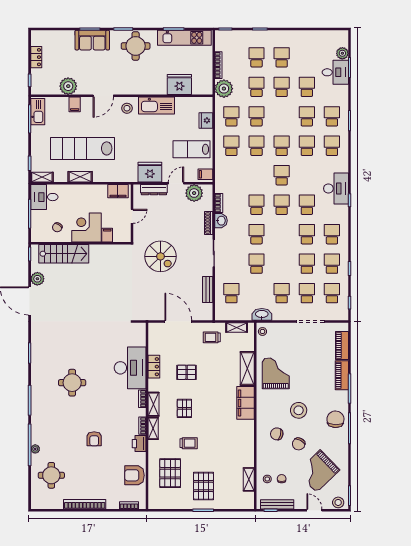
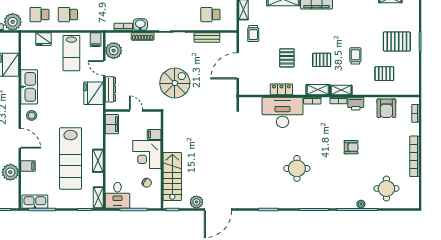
pallet: (170, 473) -> (384, 74), width x0.67, depth x0.71

